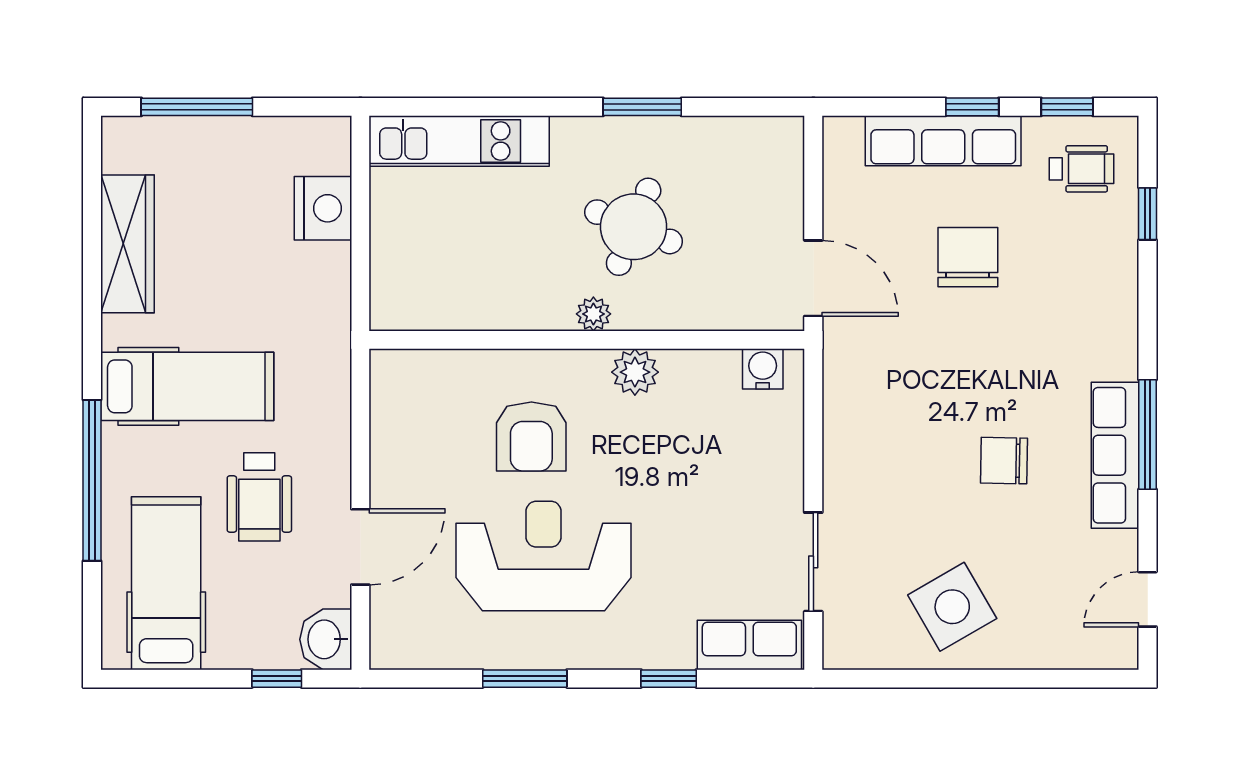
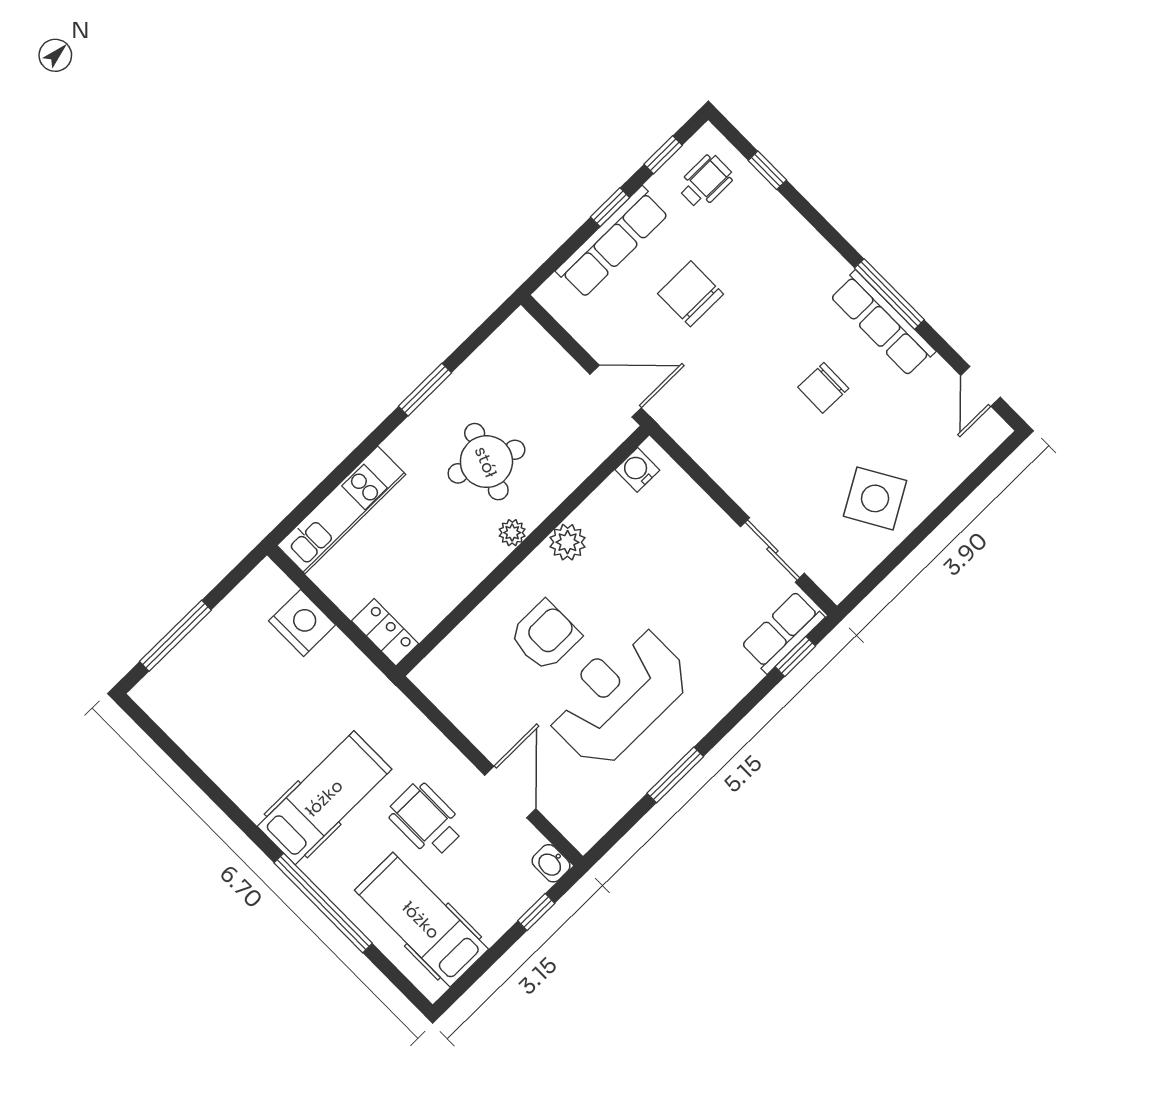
wardrobe: (128, 244) -> (212, 751), removed
locker: (389, 291) -> (385, 632), added
armchair: (531, 437) -> (545, 636), turned -90
wheelchair: (259, 497) -> (426, 820), turned 180
washbasin: (326, 639) -> (551, 863), width x0.72, depth x0.69
window: (669, 679) -> (795, 656), moved

